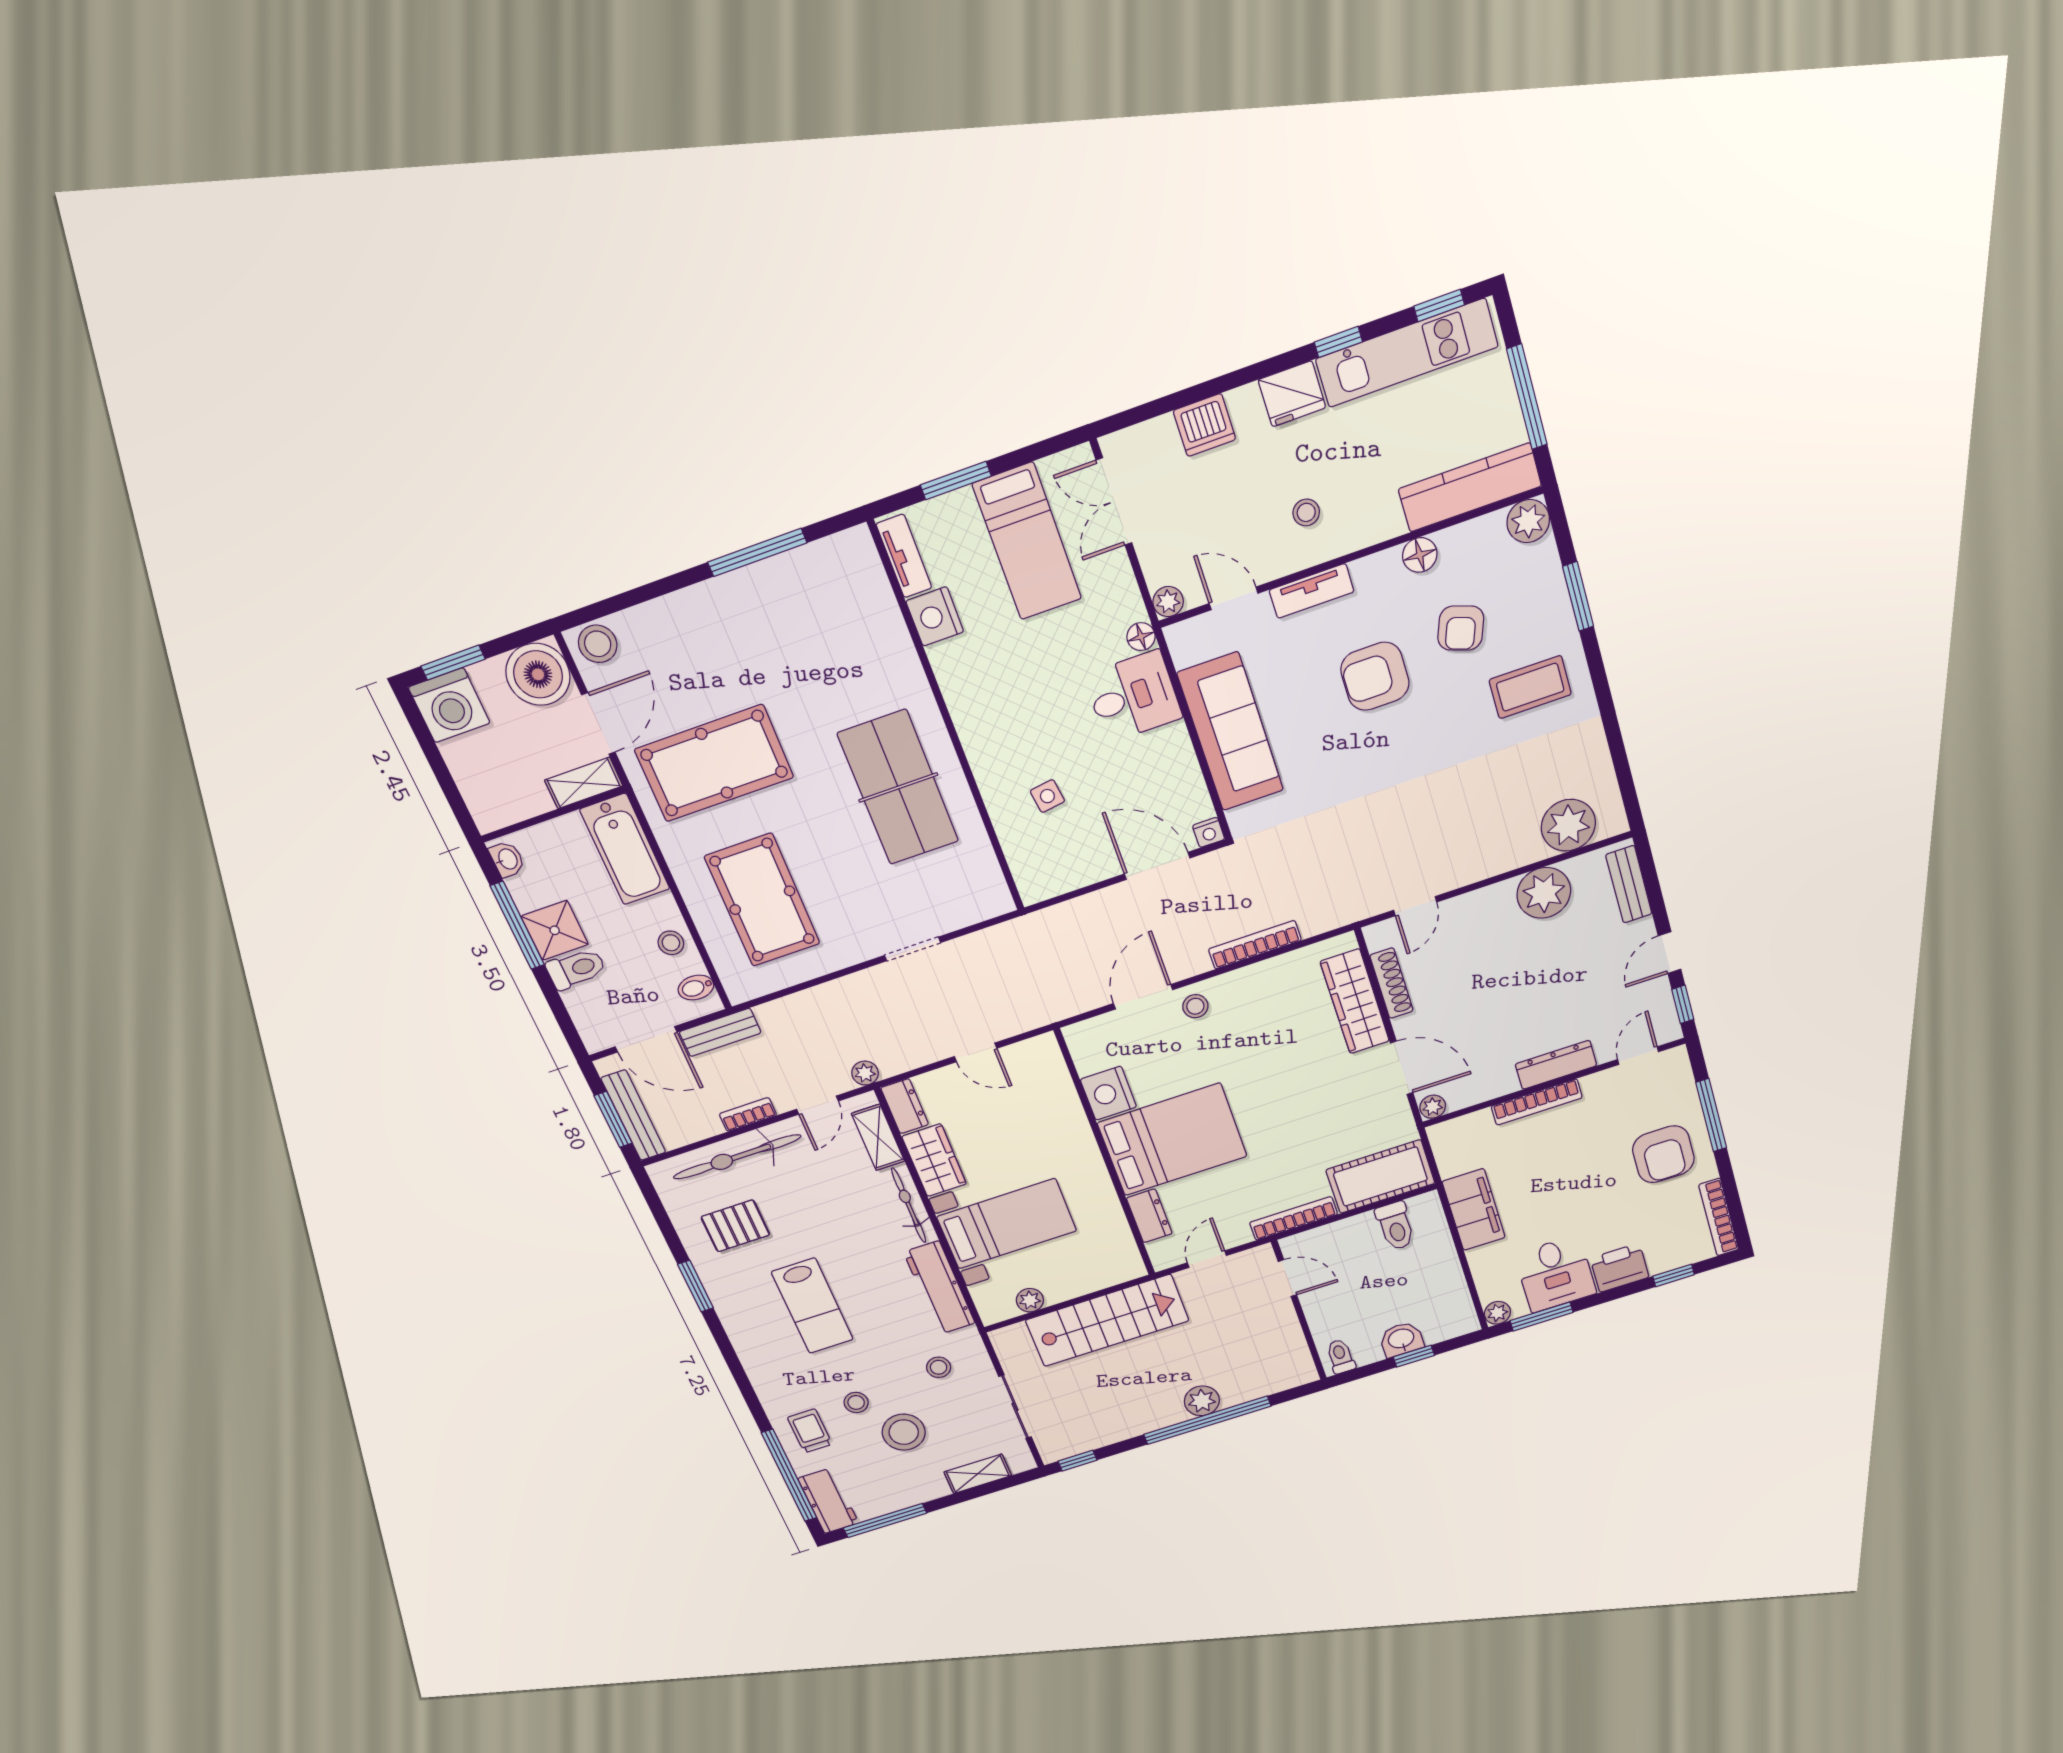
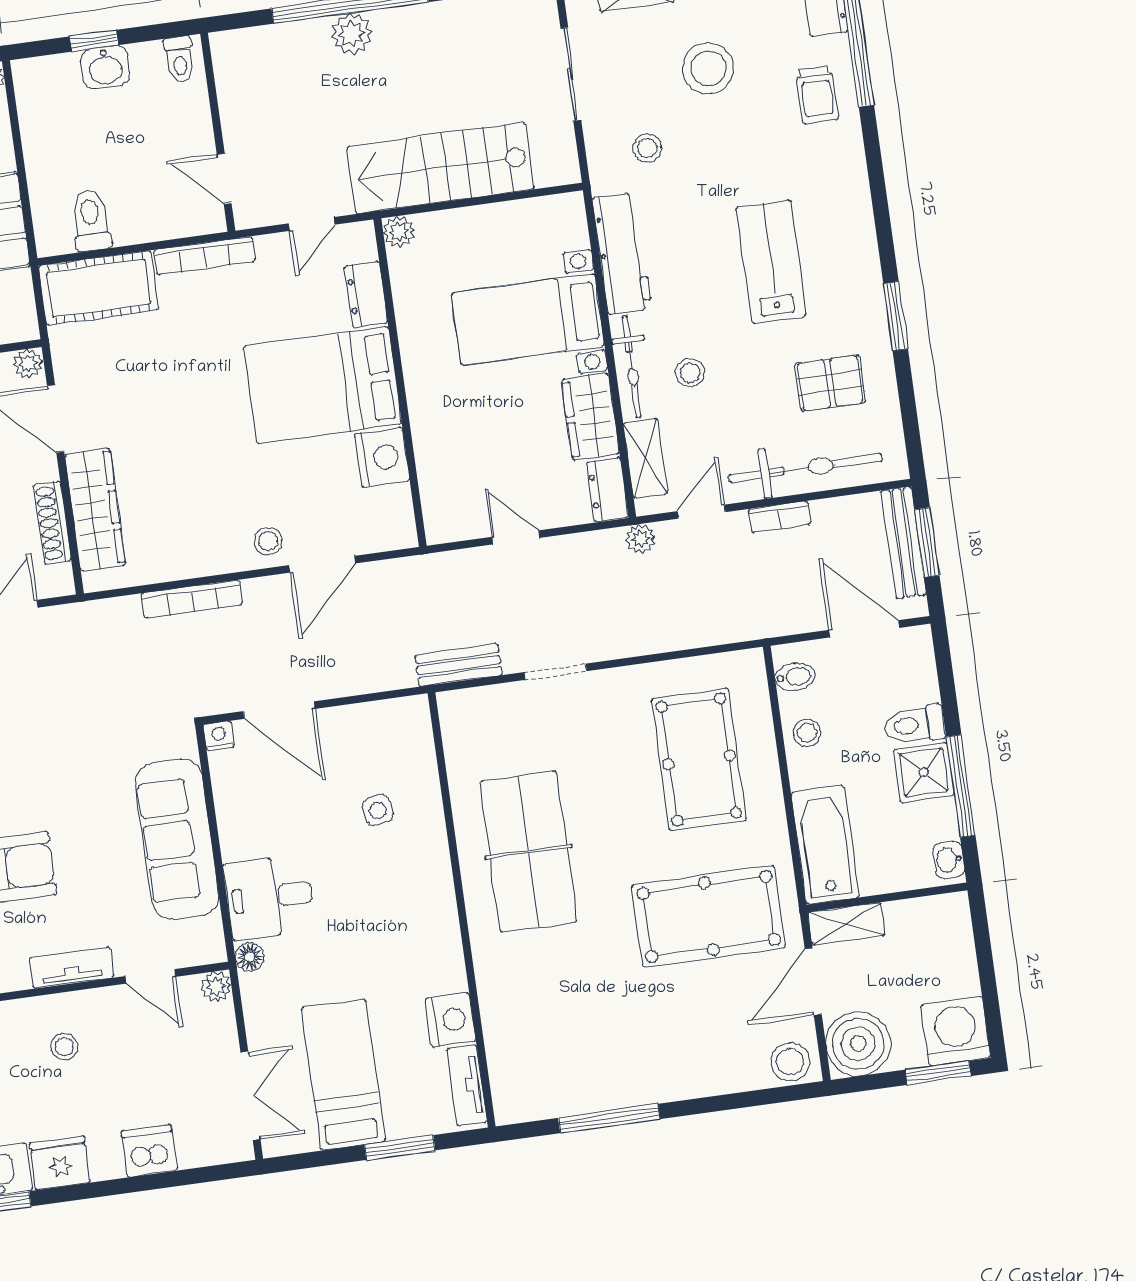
bench: (720, 1032) -> (459, 665), moved
plant: (1030, 1300) -> (399, 232), moved
stool: (856, 1402) -> (690, 373), moved

